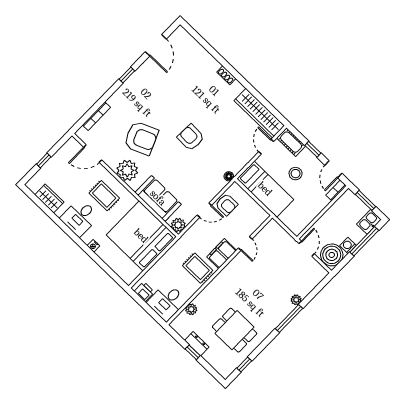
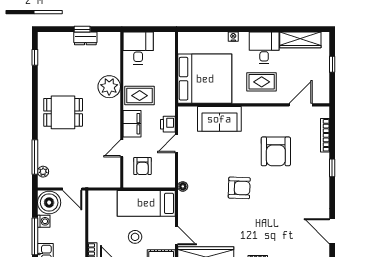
window: (127, 75) -> (332, 168), moved
armchair: (141, 138) -> (276, 151), turned -67
plant: (127, 170) -> (263, 117), removed
wardrobe: (49, 199) -> (300, 40), width x1.50
armchair: (226, 204) -> (142, 166), moved, turned -90
plant: (178, 225) -> (185, 114), removed
door: (245, 243) -> (122, 148), hinge flipped
printer: (144, 292) -> (168, 124), moved, turned 90
plant: (296, 300) -> (43, 172), moved
plant: (191, 309) -> (109, 87), moved, width x1.87, depth x1.87
window: (289, 318) -> (35, 157), moved
dining table: (235, 330) -> (63, 112), moved

